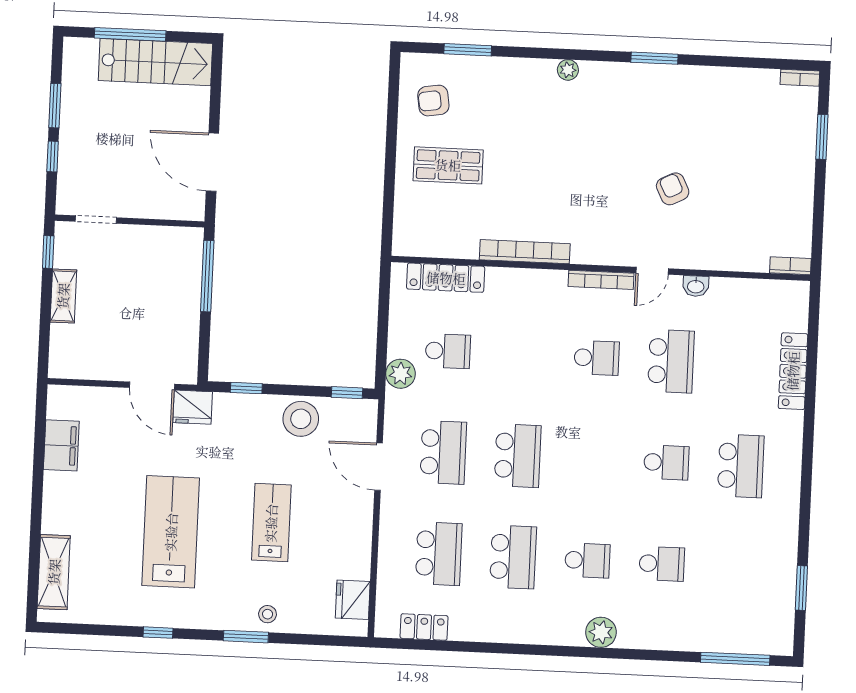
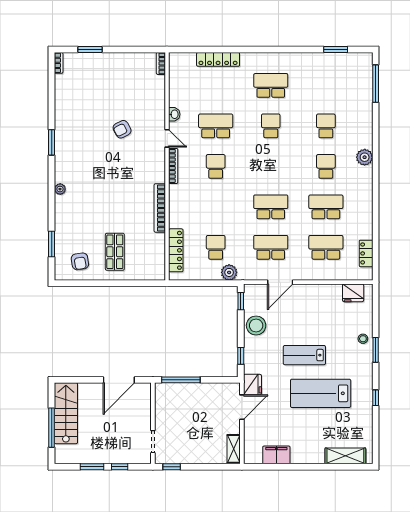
shelving: (63, 296) -> (234, 449), moved, turned 90
lab bench: (271, 523) -> (304, 355), moved

